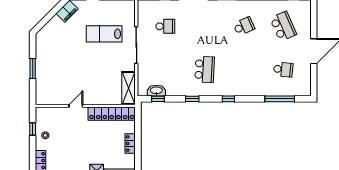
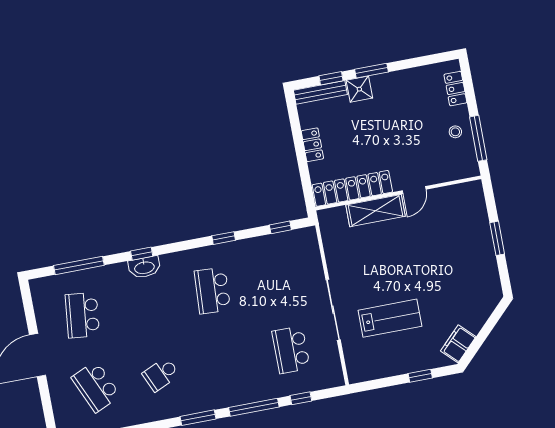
school desk: (165, 26) -> (291, 350), width x1.85
school desk: (283, 69) -> (82, 315), width x1.85
shelving: (129, 88) -> (375, 211), moved, turned 90
washbasin: (156, 91) -> (144, 267), moved
window: (228, 99) -> (142, 254), moved
window: (33, 129) -> (478, 138), width x2.17

